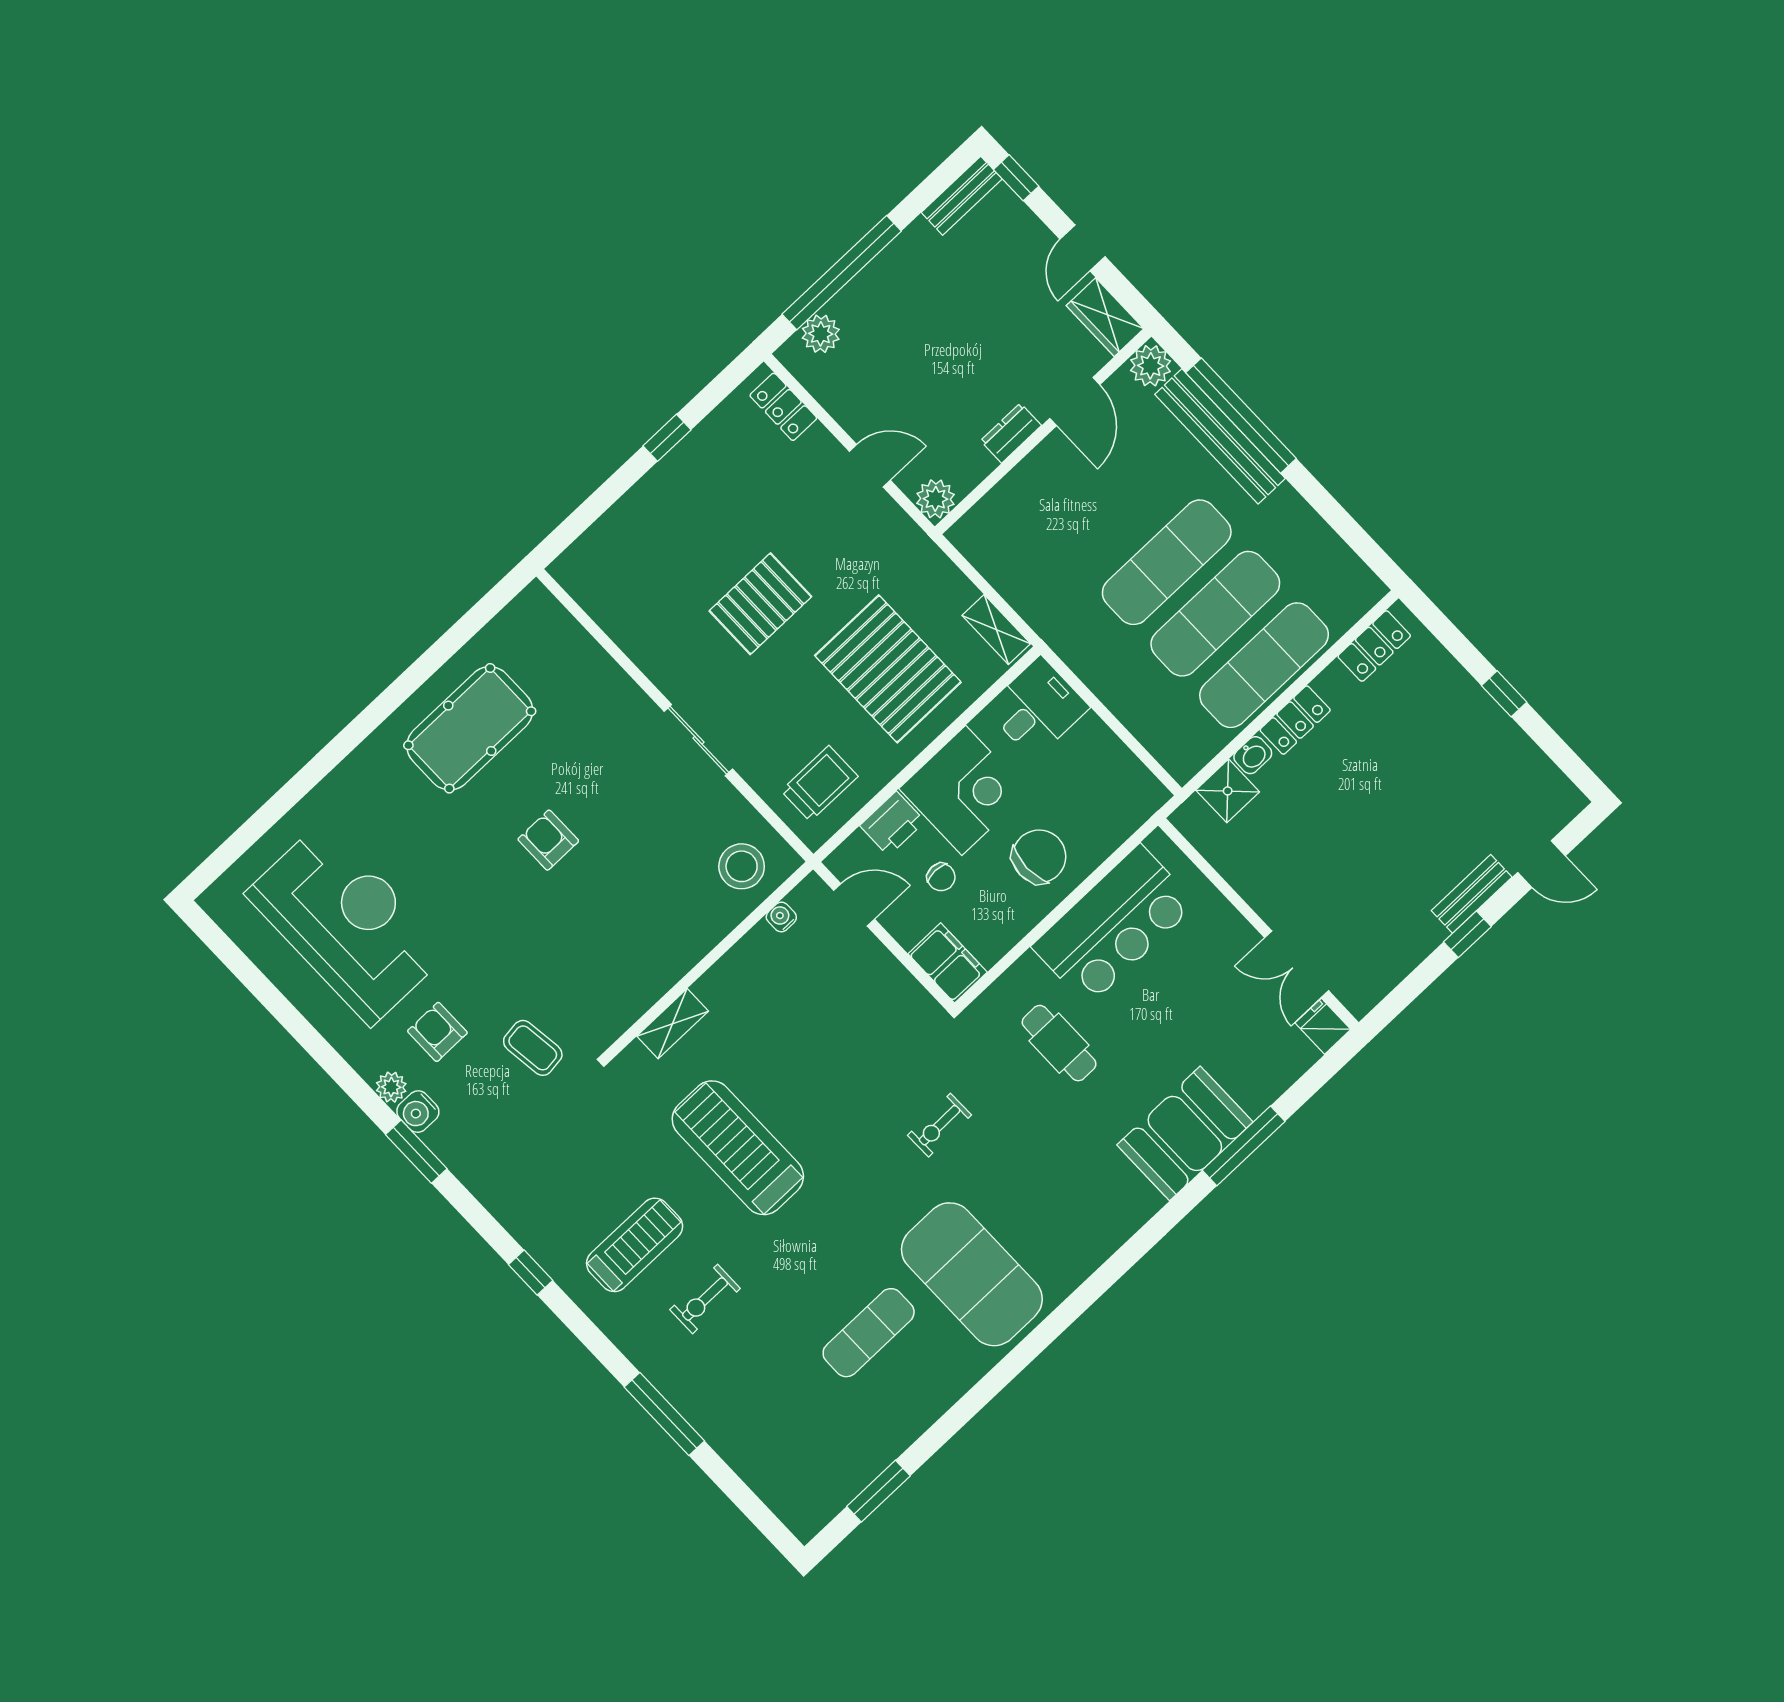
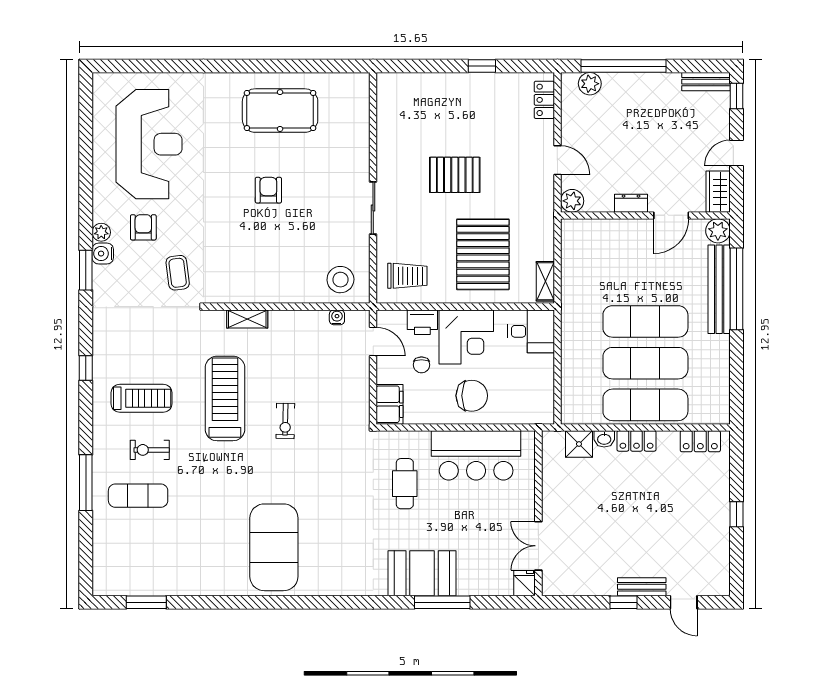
exercise bike: (940, 1125) -> (285, 421), moved, turned -88
exercise mat: (869, 1333) -> (138, 496), moved

